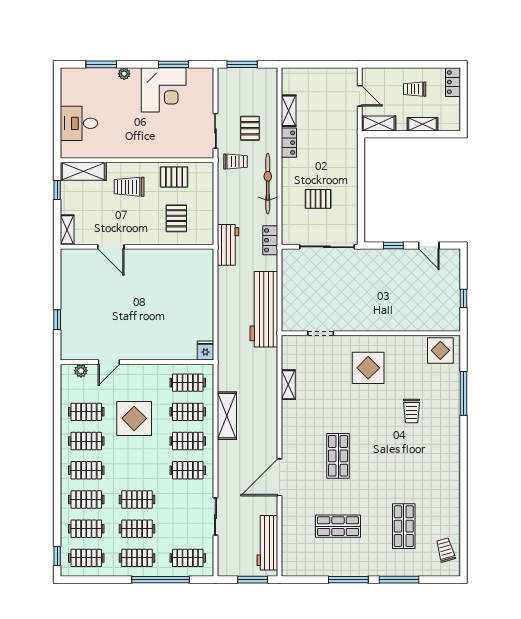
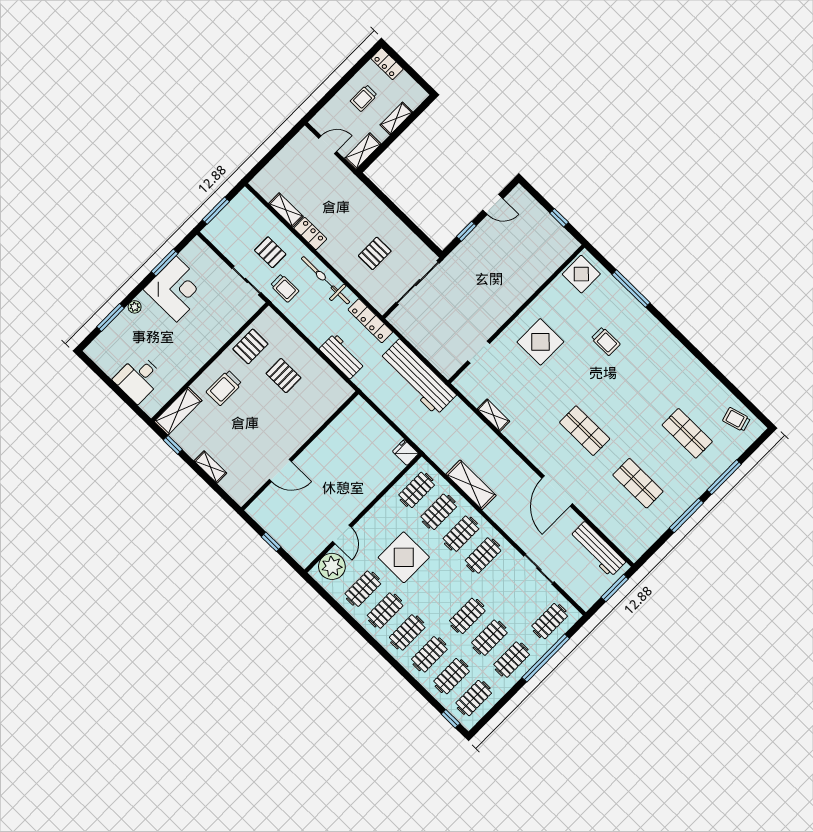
trolley: (236, 161) -> (285, 288), turned 90
locker: (270, 240) -> (370, 321), width x1.53
door: (111, 247) -> (280, 471), moved
wall: (137, 247) -> (300, 451), moved
plant: (81, 371) -> (332, 566), width x1.87, depth x1.87
shop shelf: (338, 526) -> (638, 483), turned 90

